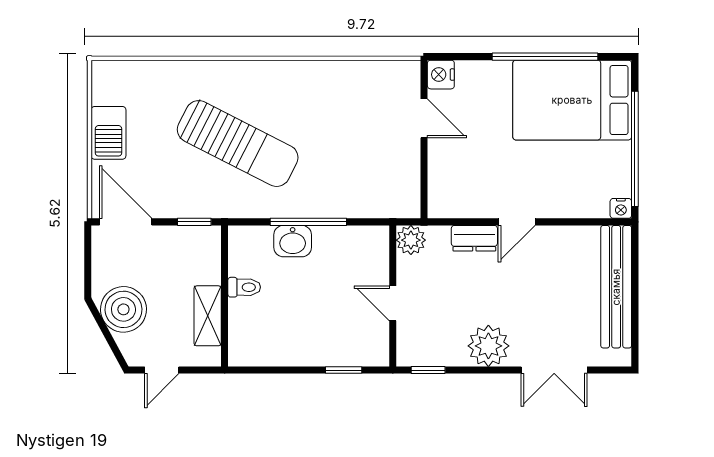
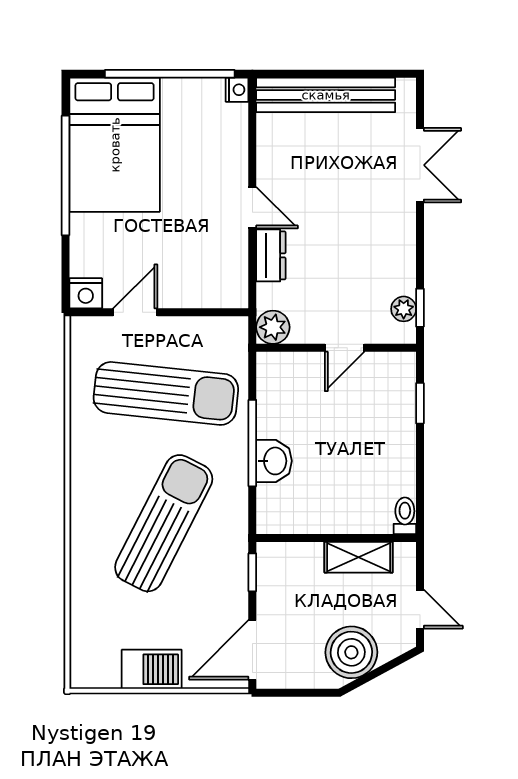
sun lounger: (352, 145) -> (166, 393), added
toilet: (244, 287) -> (405, 516), moved
plant: (488, 346) -> (404, 309), moved, width x0.53, depth x0.53

